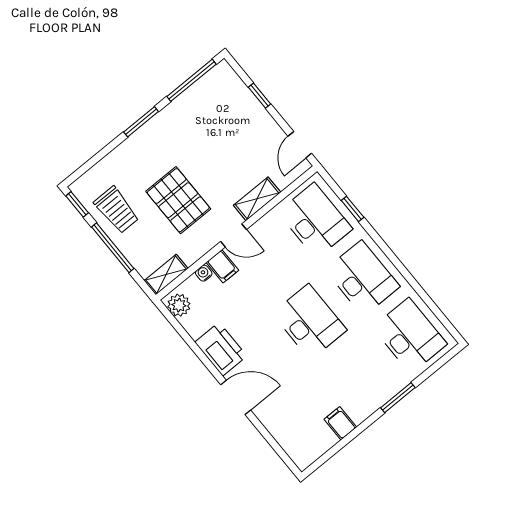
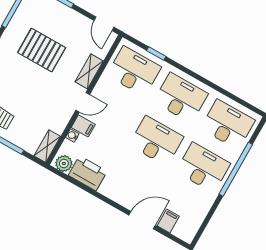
pallet: (178, 200) -> (42, 50), moved
printer: (221, 349) -> (88, 173), moved
desk: (357, 379) -> (203, 168), added
door: (236, 397) -> (142, 220), moved
window: (398, 398) -> (236, 169), width x2.11
filing cabinet: (340, 423) -> (168, 221), moved, turned 90

